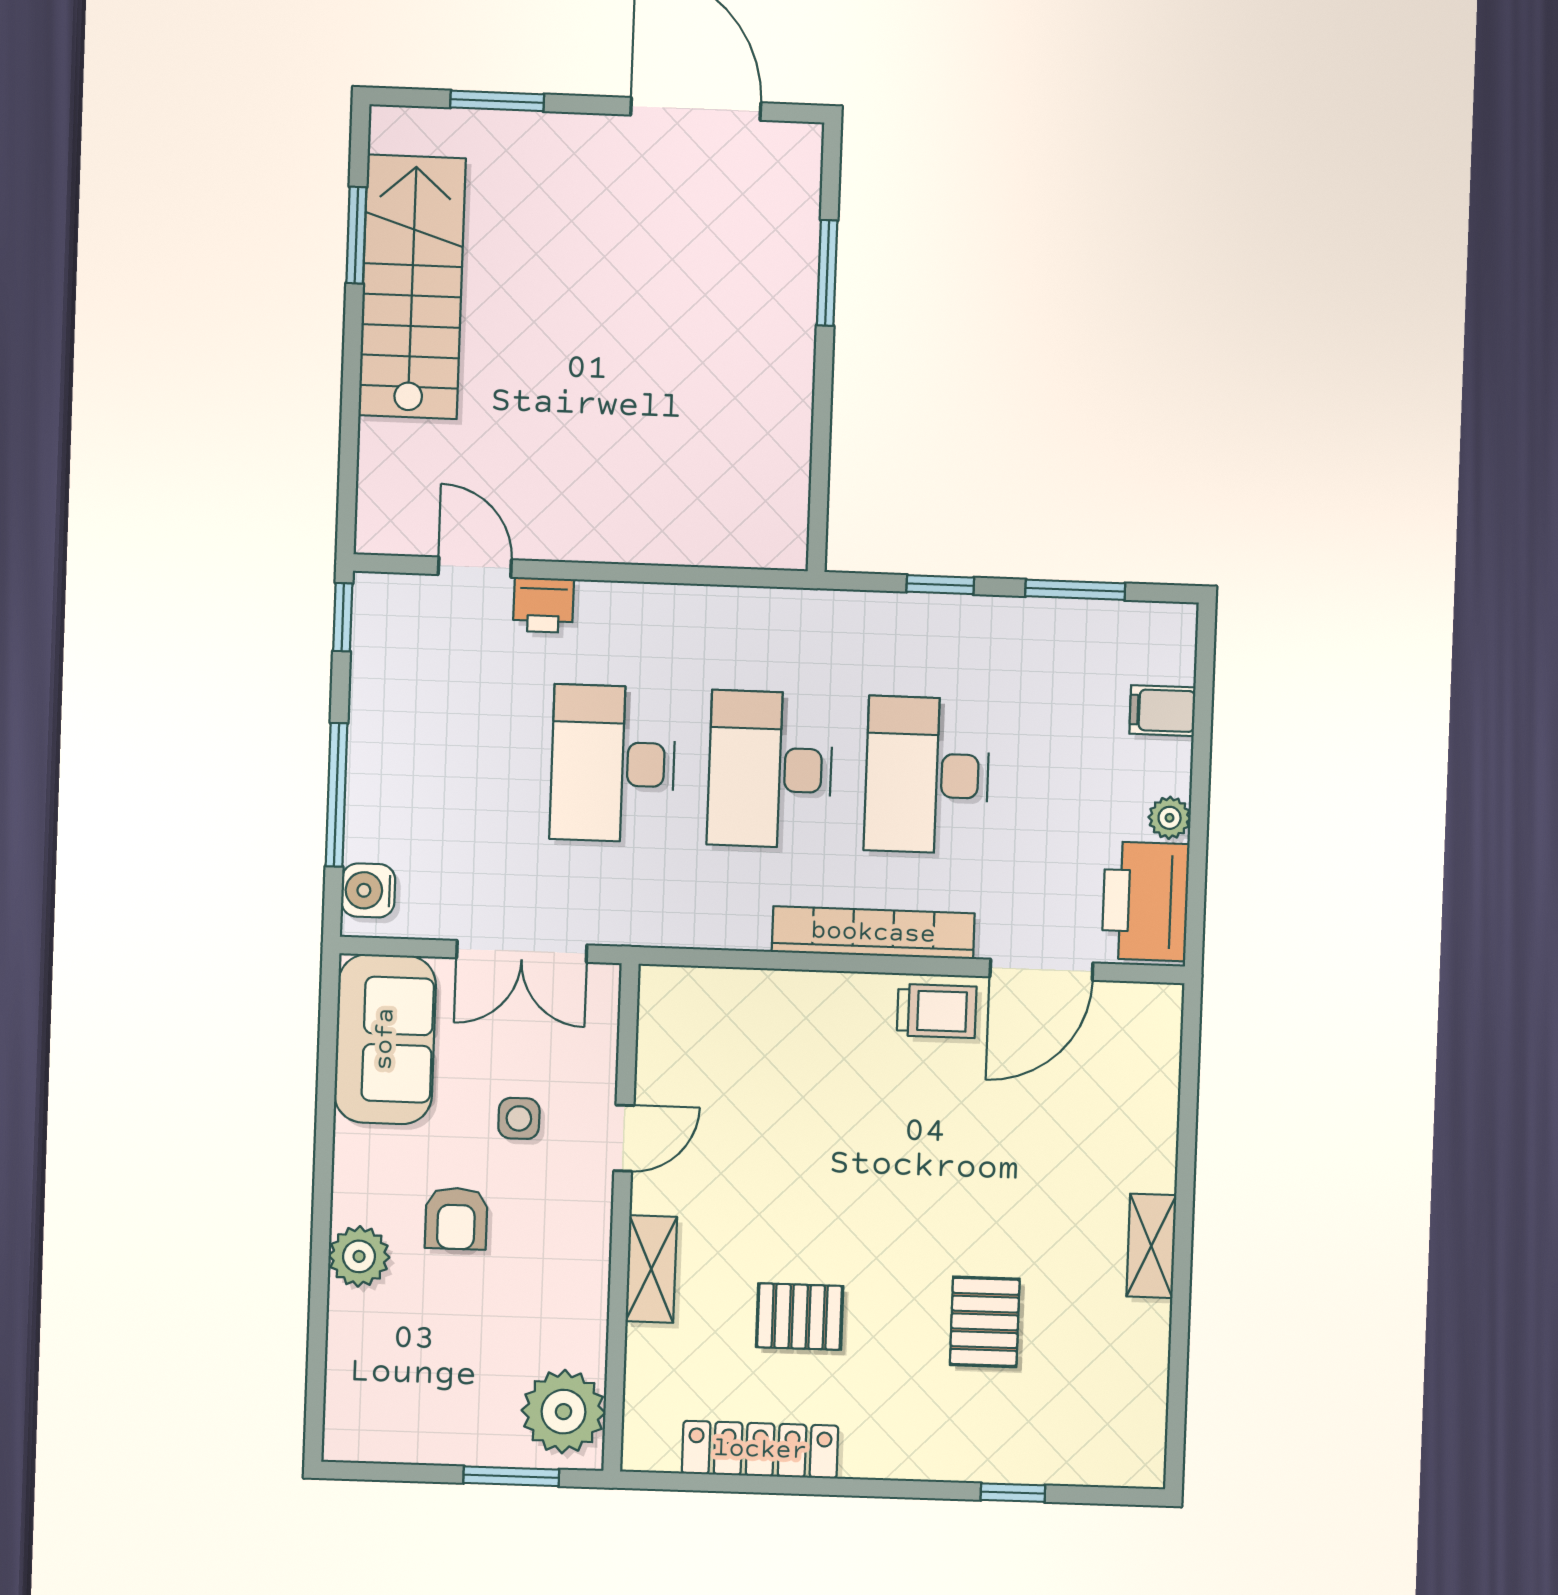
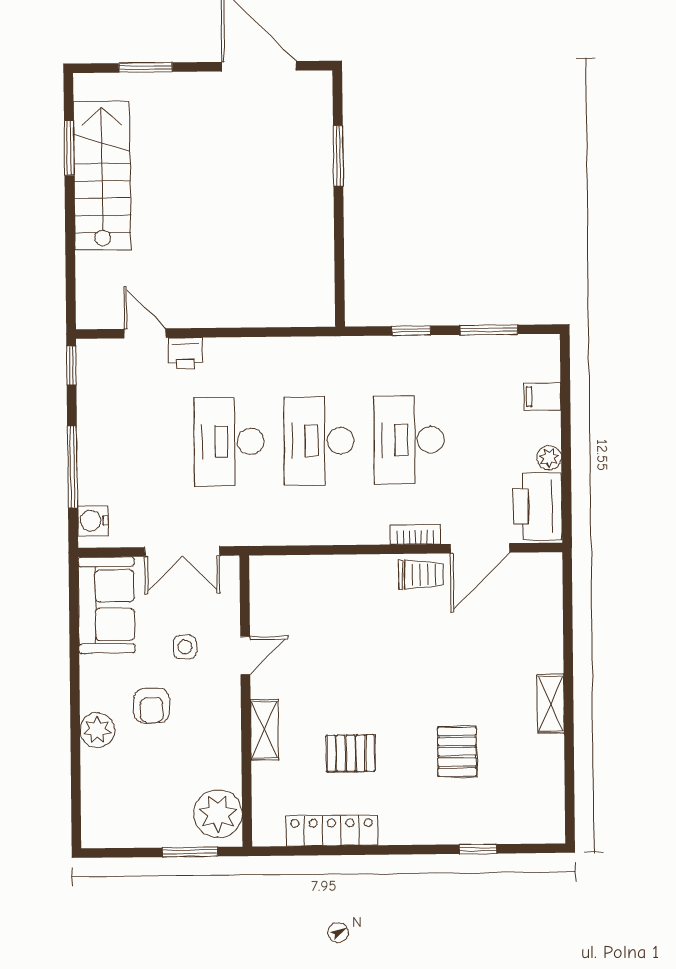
bookcase: (873, 933) -> (415, 534), width x0.43, depth x0.76

